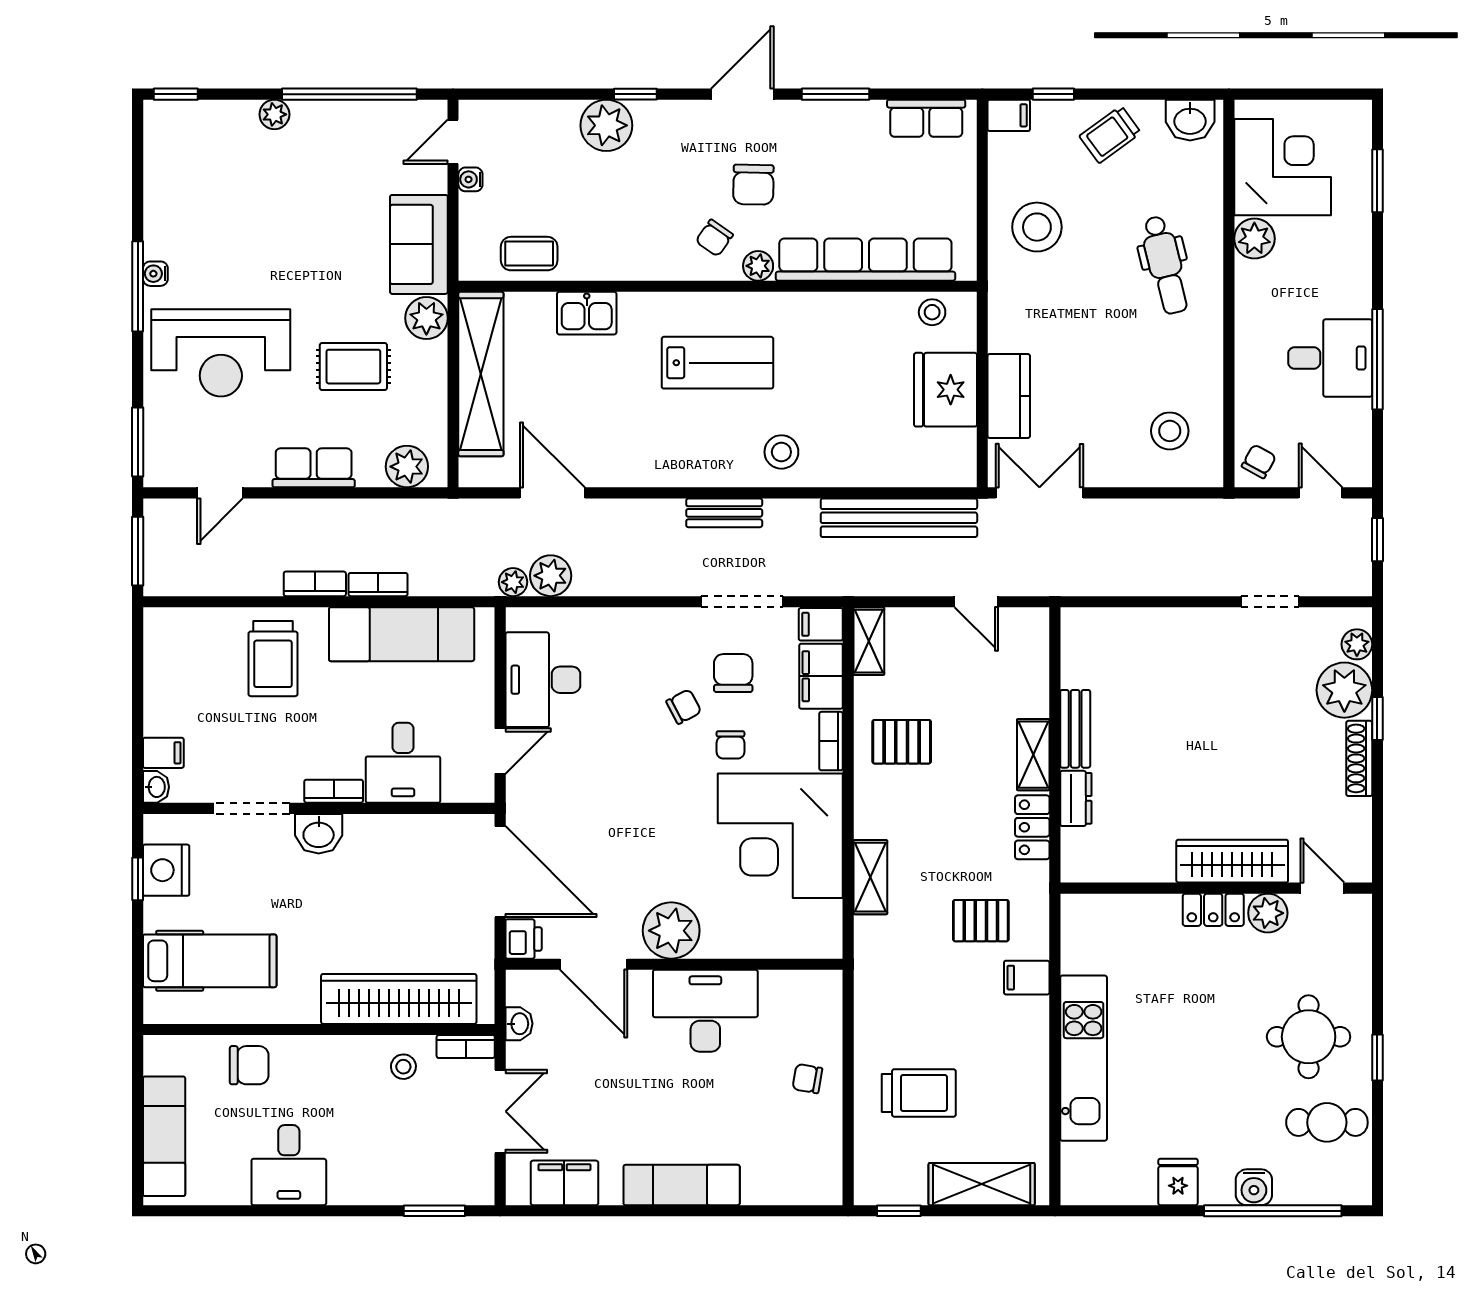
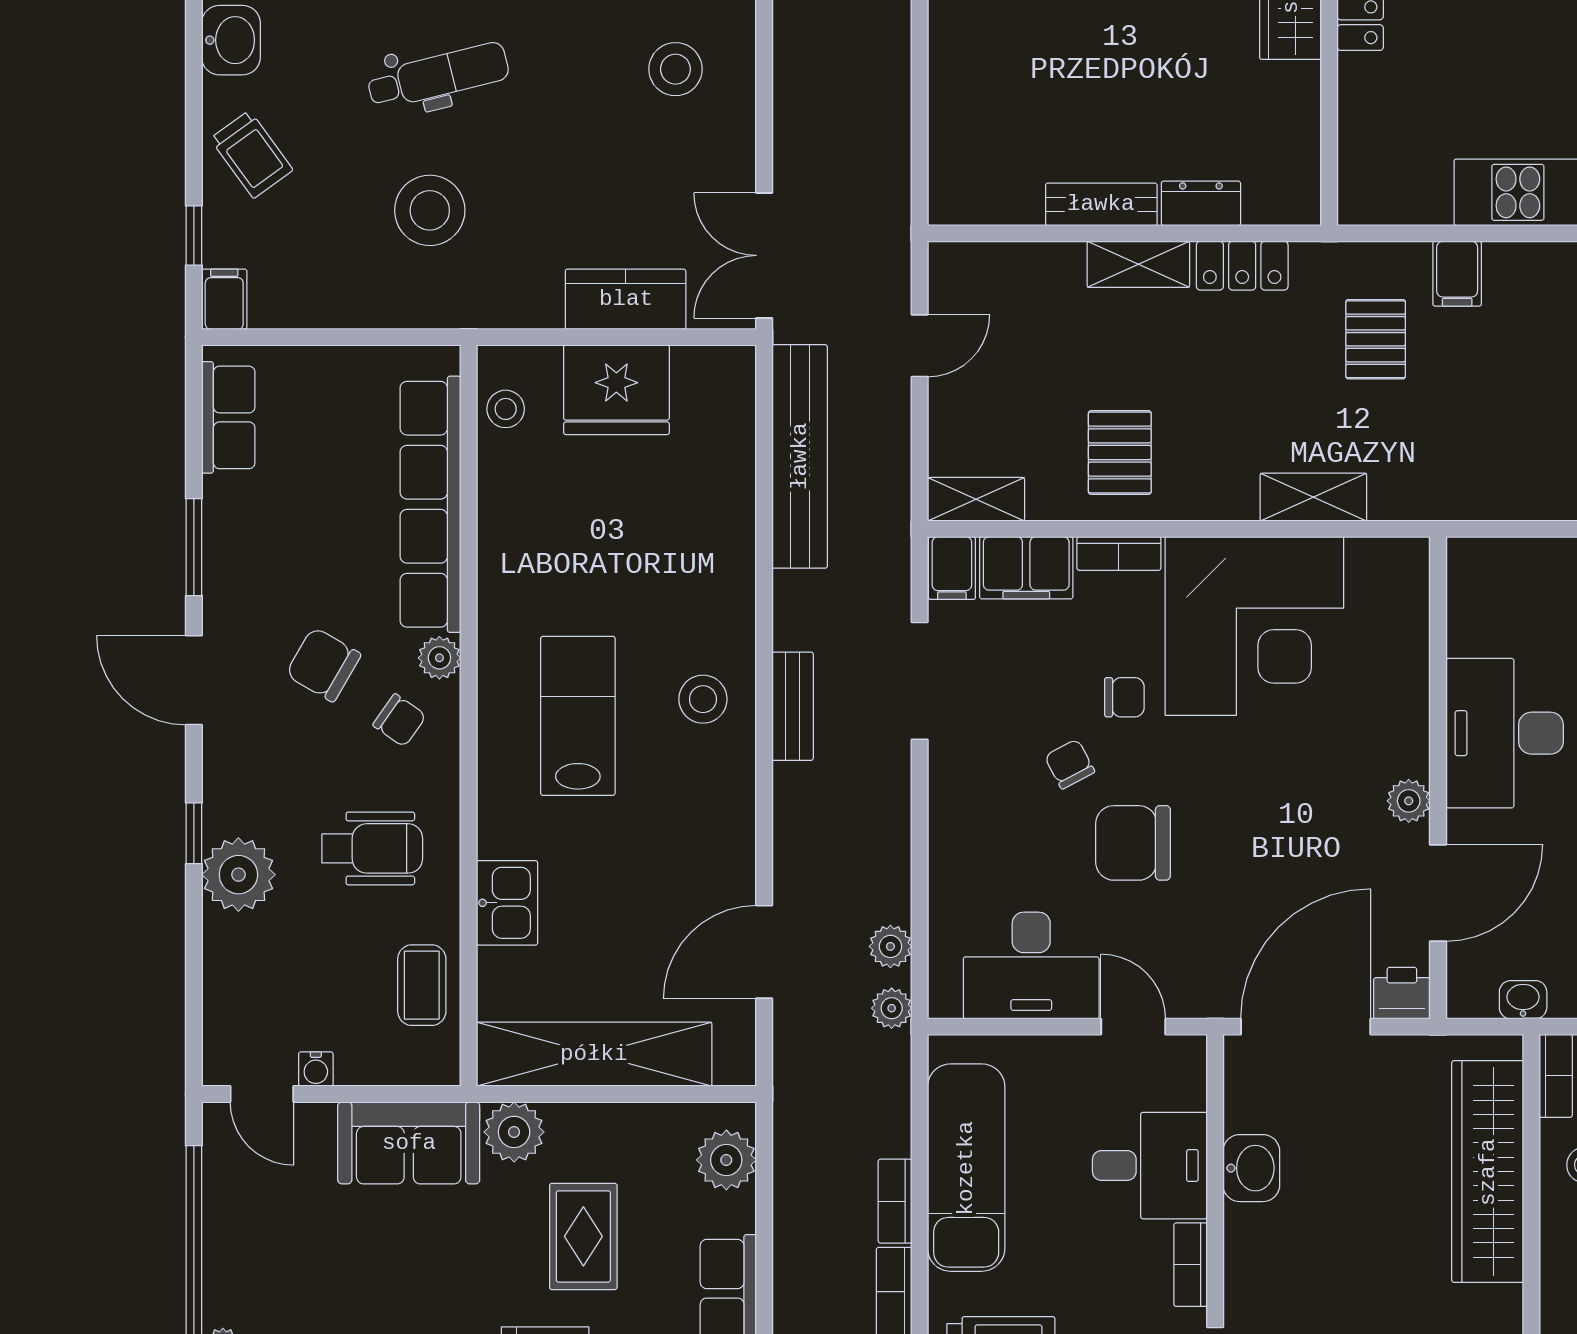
chair: (753, 185) -> (323, 664), turned -151
wheelchair: (625, 219) -> (372, 848), added
stool: (1037, 227) -> (430, 210), moved
stool: (781, 452) -> (703, 699), moved
plant: (551, 576) -> (890, 946), width x0.73, depth x0.73
chair: (733, 673) -> (1133, 843), moved, width x1.37, depth x1.37
washbasin: (319, 834) -> (1251, 1168), moved
plant: (671, 931) -> (1409, 801), width x0.53, depth x0.53

